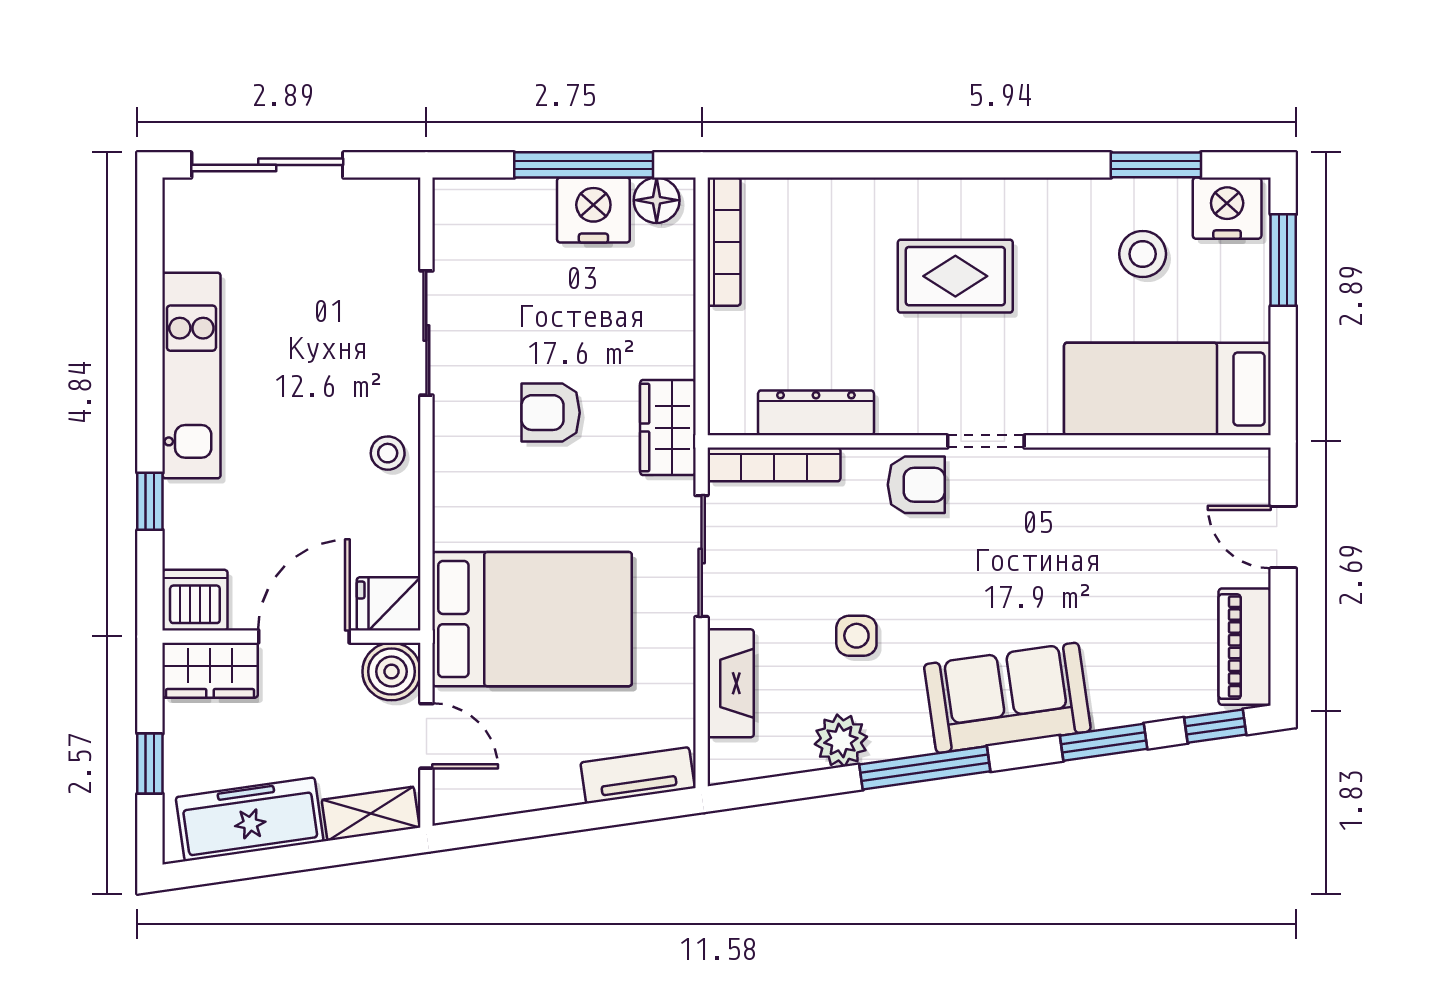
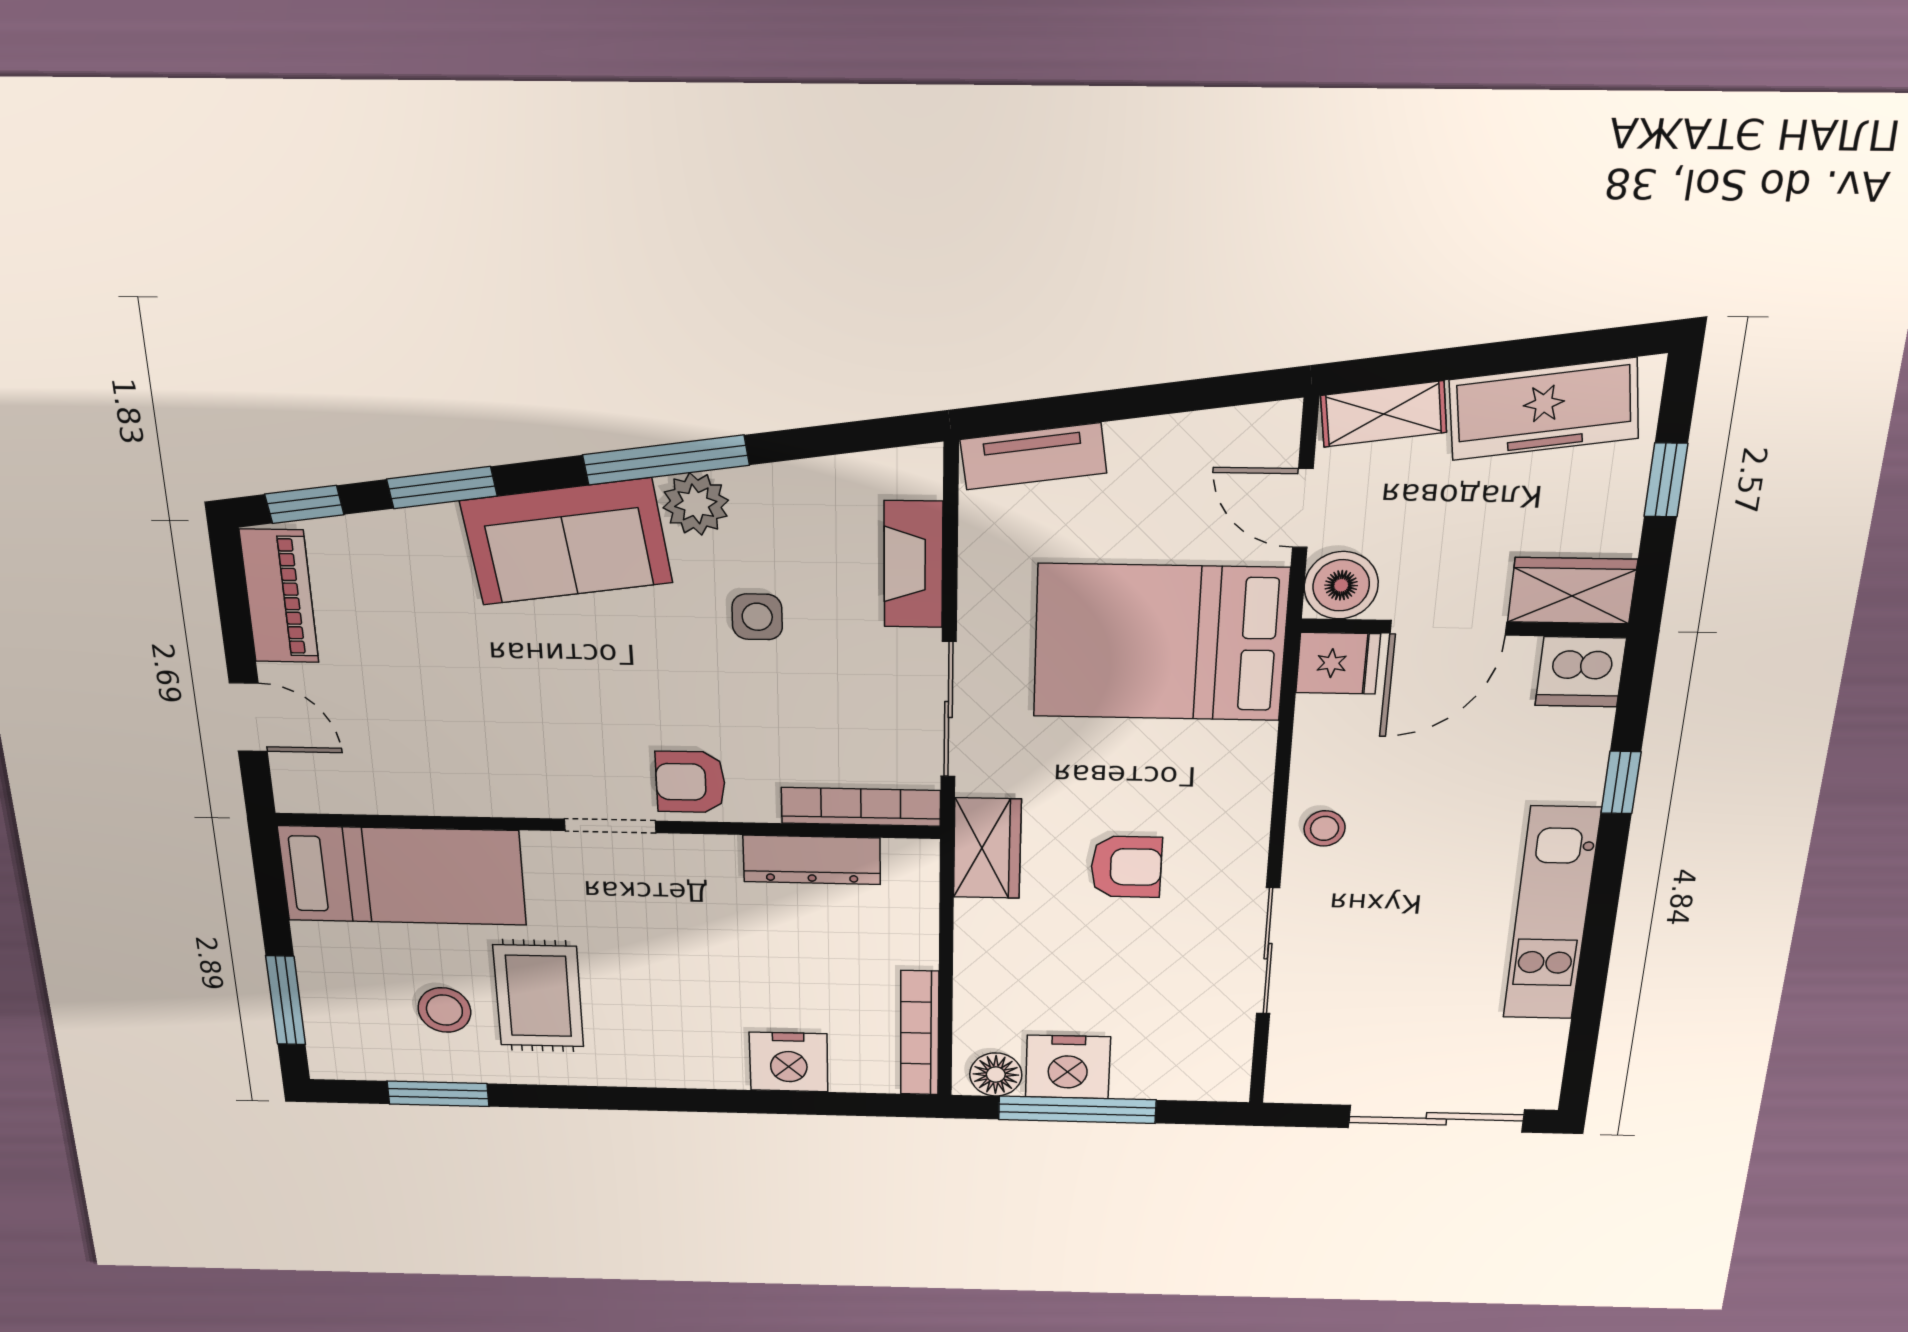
nightstand: (1227, 208) -> (789, 1062), moved
rug: (955, 276) -> (538, 996), moved, turned 90
plant: (841, 740) -> (696, 504), moved

